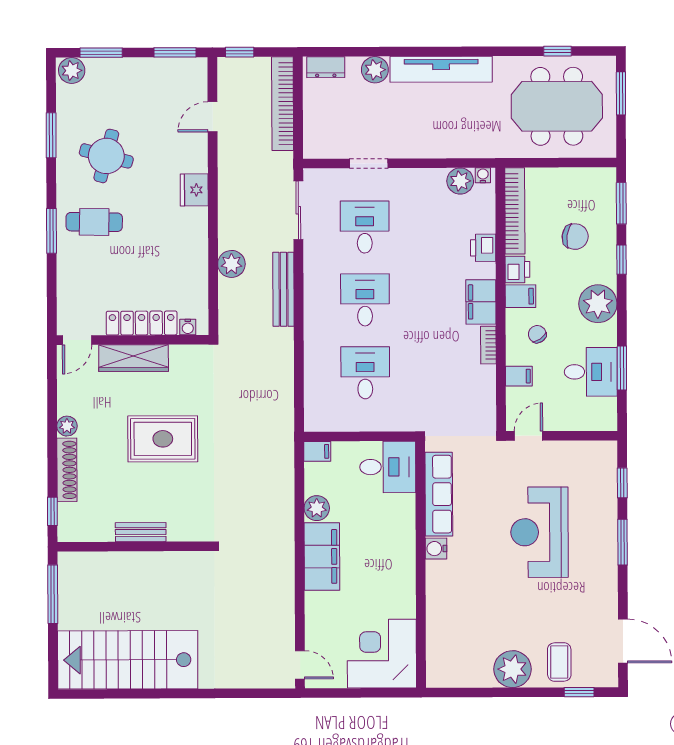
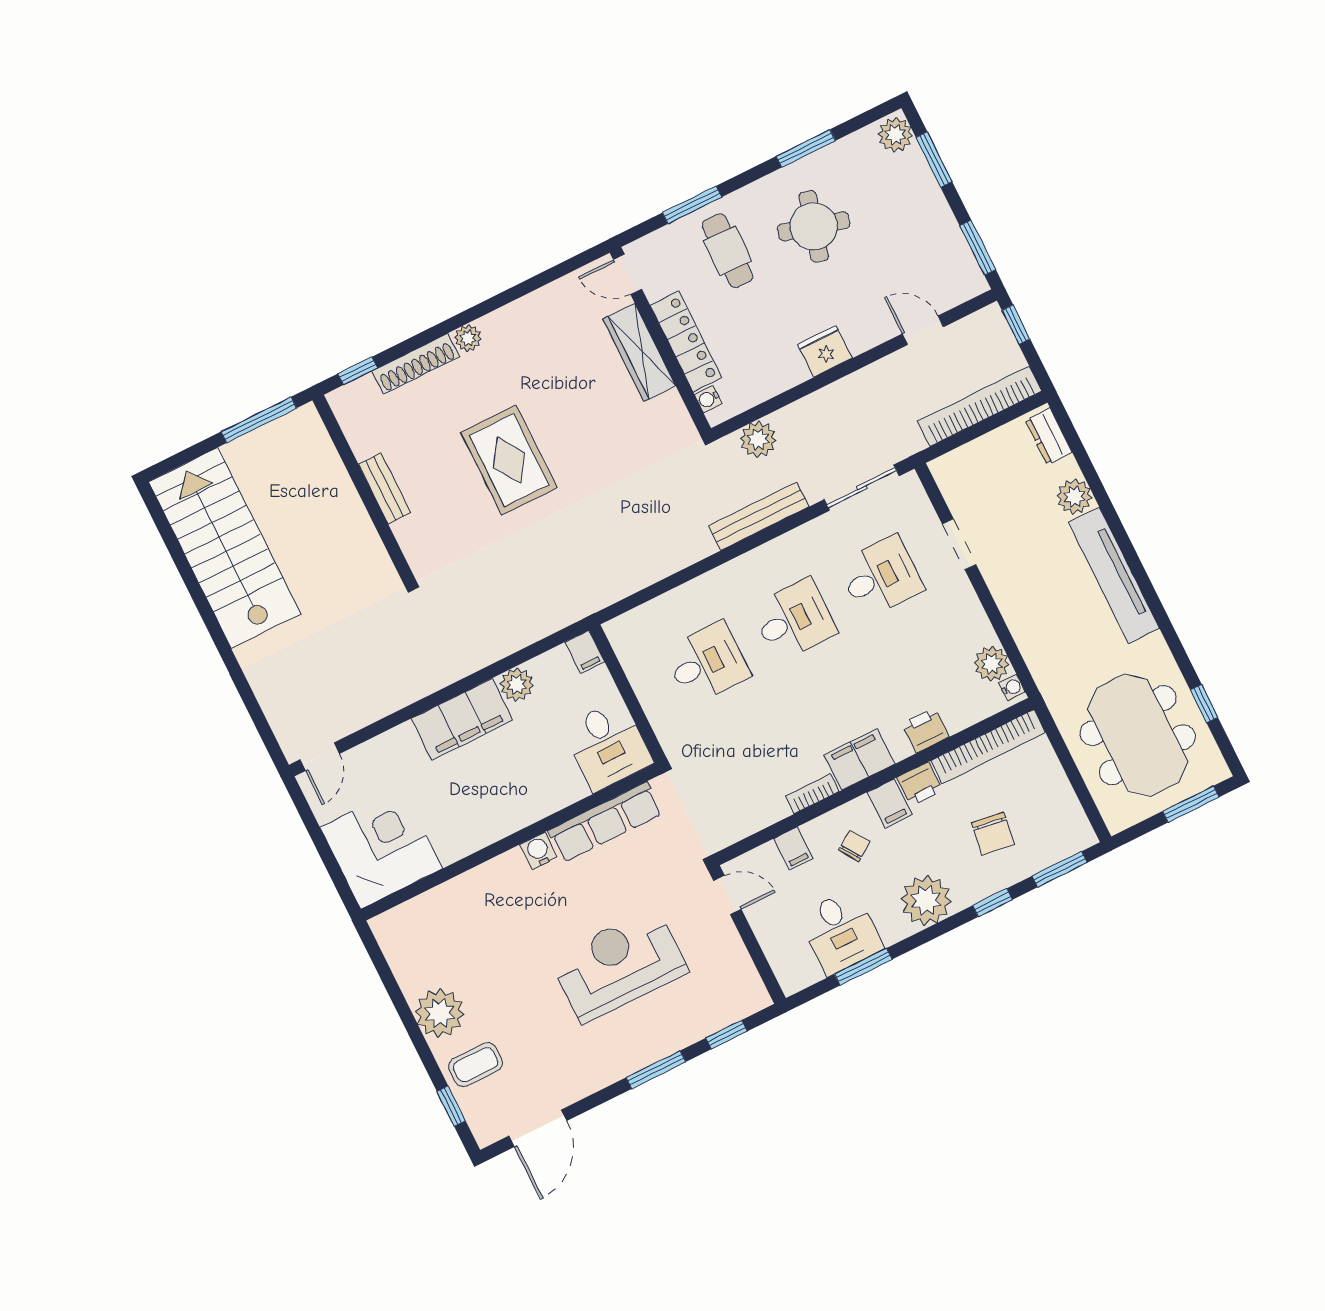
locker: (142, 323) -> (686, 341), moved
water cooler: (188, 327) -> (708, 399), moved
door: (77, 340) -> (628, 274), moved
wall: (133, 340) -> (660, 341), moved
wardrobe: (134, 358) -> (639, 352), moved

